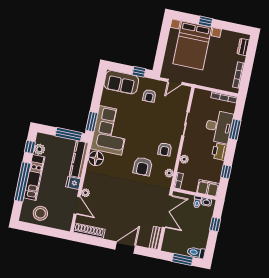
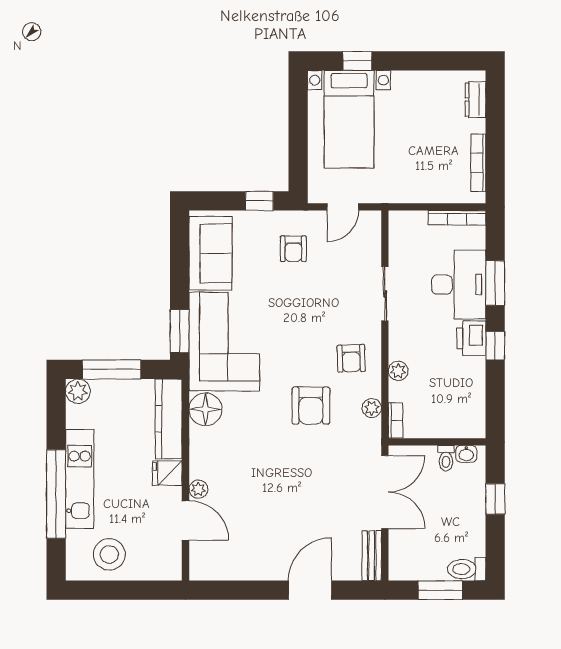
window: (206, 21) -> (357, 61), moved
bed with nightstands: (192, 45) -> (349, 119), width x0.73
sofa: (121, 82) -> (210, 253), moved, turned -90
window: (69, 134) -> (112, 369), moved
window: (30, 147) -> (56, 415), removed
plant: (39, 149) -> (78, 391), moved
window: (226, 172) -> (495, 346), moved
filing cabinet: (208, 188) -> (463, 423), removed
shoe rack: (89, 231) -> (223, 570), removed

